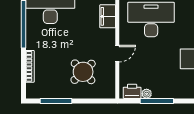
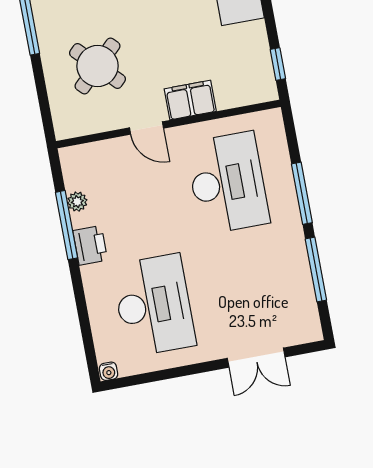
filing cabinet: (108, 16) -> (190, 100), moved
printer: (132, 91) -> (90, 245), moved

